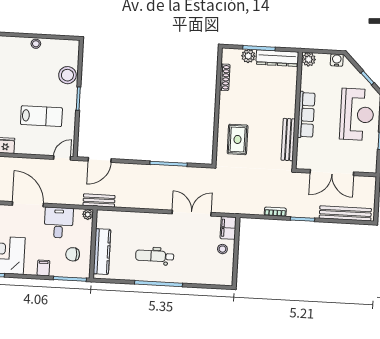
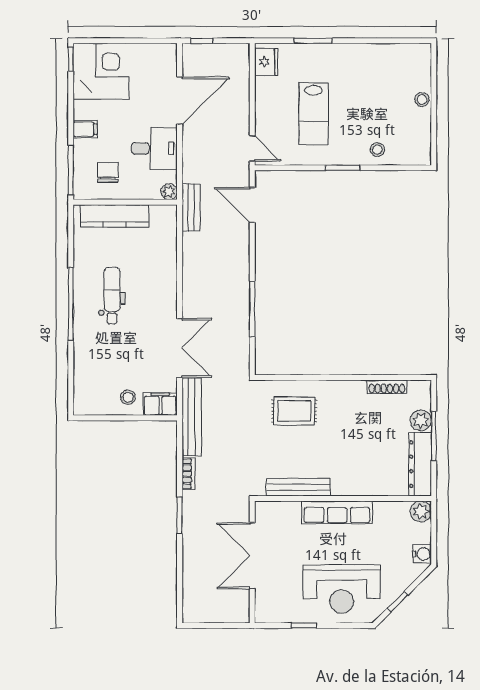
stool: (67, 75) -> (377, 150), width x0.53, depth x0.53
bench: (345, 213) -> (192, 417), moved

